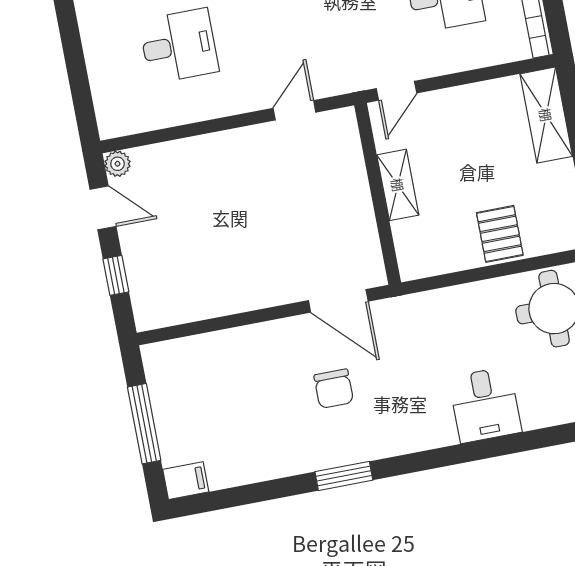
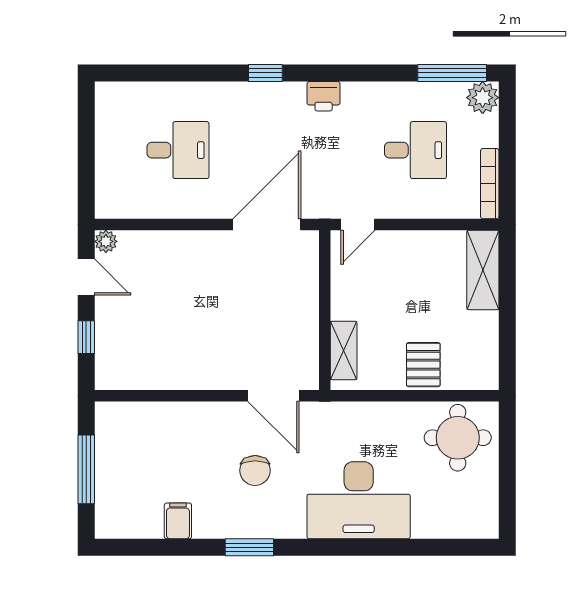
door: (294, 110) -> (267, 224), width x1.87
shelving: (398, 185) -> (344, 350), moved
desk: (485, 405) -> (359, 500), width x1.87, depth x1.30
filing cabinet: (186, 481) -> (178, 521), moved, turned -90

